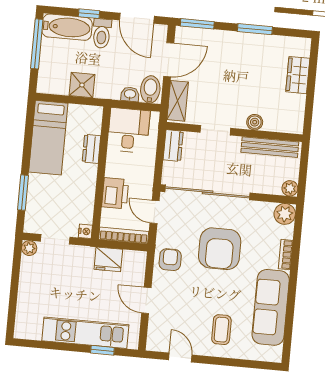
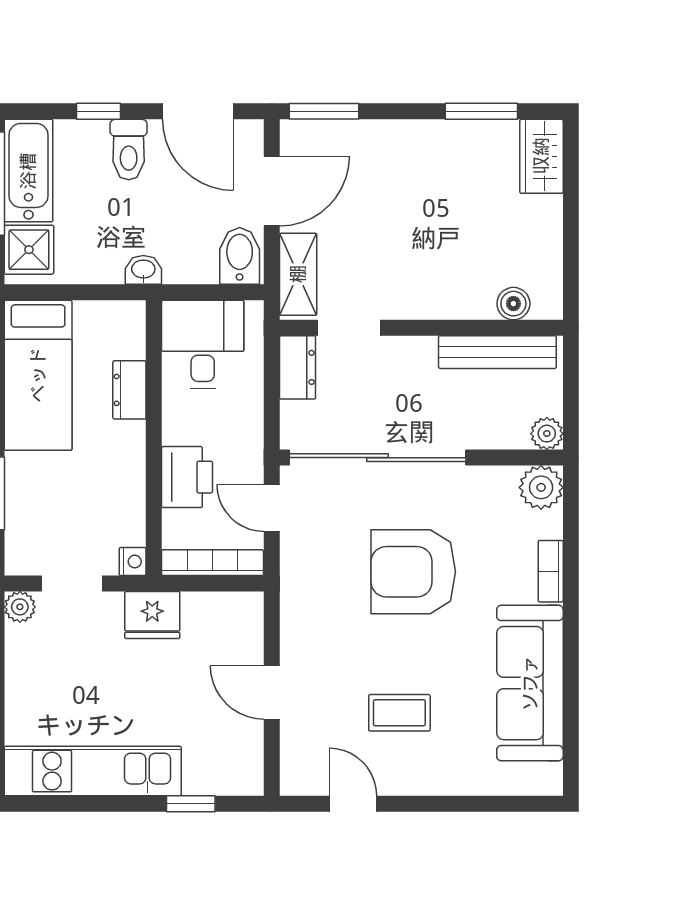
bathtub: (67, 27) -> (28, 171), moved, turned -90
window: (255, 29) -> (481, 111), moved
wardrobe: (298, 75) -> (541, 156), moved
shower: (82, 85) -> (29, 250), moved
washbasin: (130, 94) -> (143, 270), moved
boiler: (255, 122) -> (513, 304), moved
doorway: (215, 130) -> (349, 328), moved
armchair: (220, 249) -> (413, 572), turned 90
fridge: (108, 259) -> (152, 615), moved
armchair: (170, 260) -> (313, 604), removed
coffee table: (221, 330) -> (399, 713), moved, turned 90
kitchen unit: (85, 333) -> (93, 771), moved

